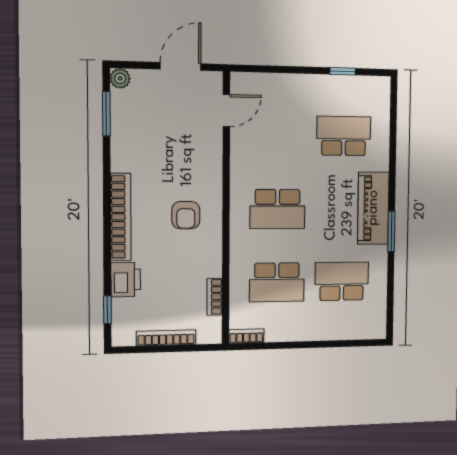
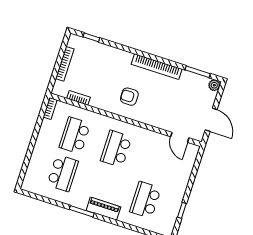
school desk: (344, 136) -> (145, 200), turned 180
piano: (373, 208) -> (103, 209), width x0.73, depth x0.75
bookcase: (121, 217) -> (157, 67), moved
printer: (126, 280) -> (105, 53), removed

